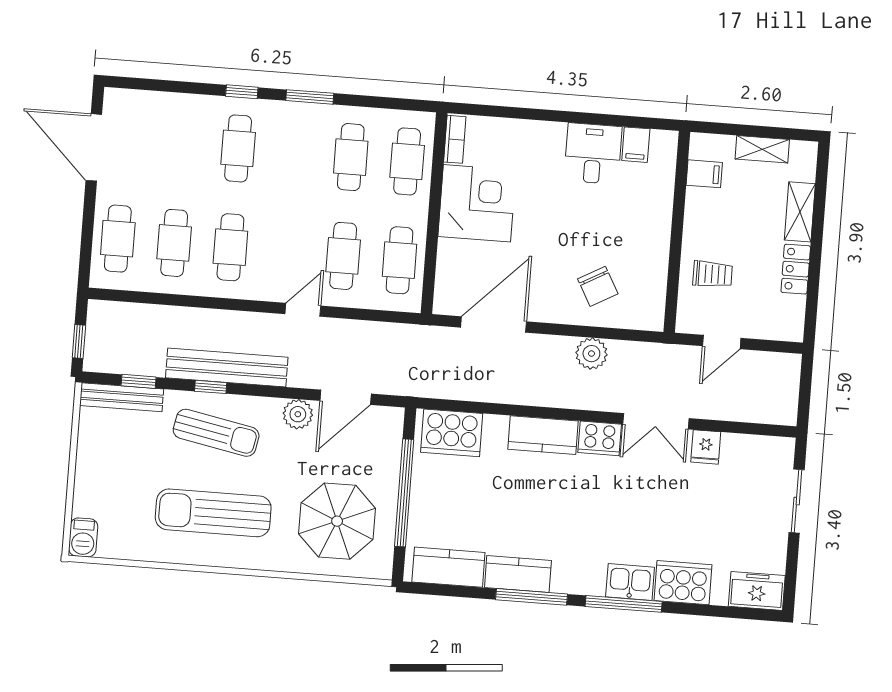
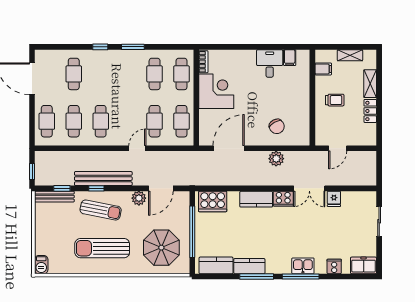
cafe table: (238, 148) -> (74, 74), moved
trolley: (713, 274) -> (335, 100), moved
cooker: (683, 583) -> (334, 266), width x0.53, depth x0.76

